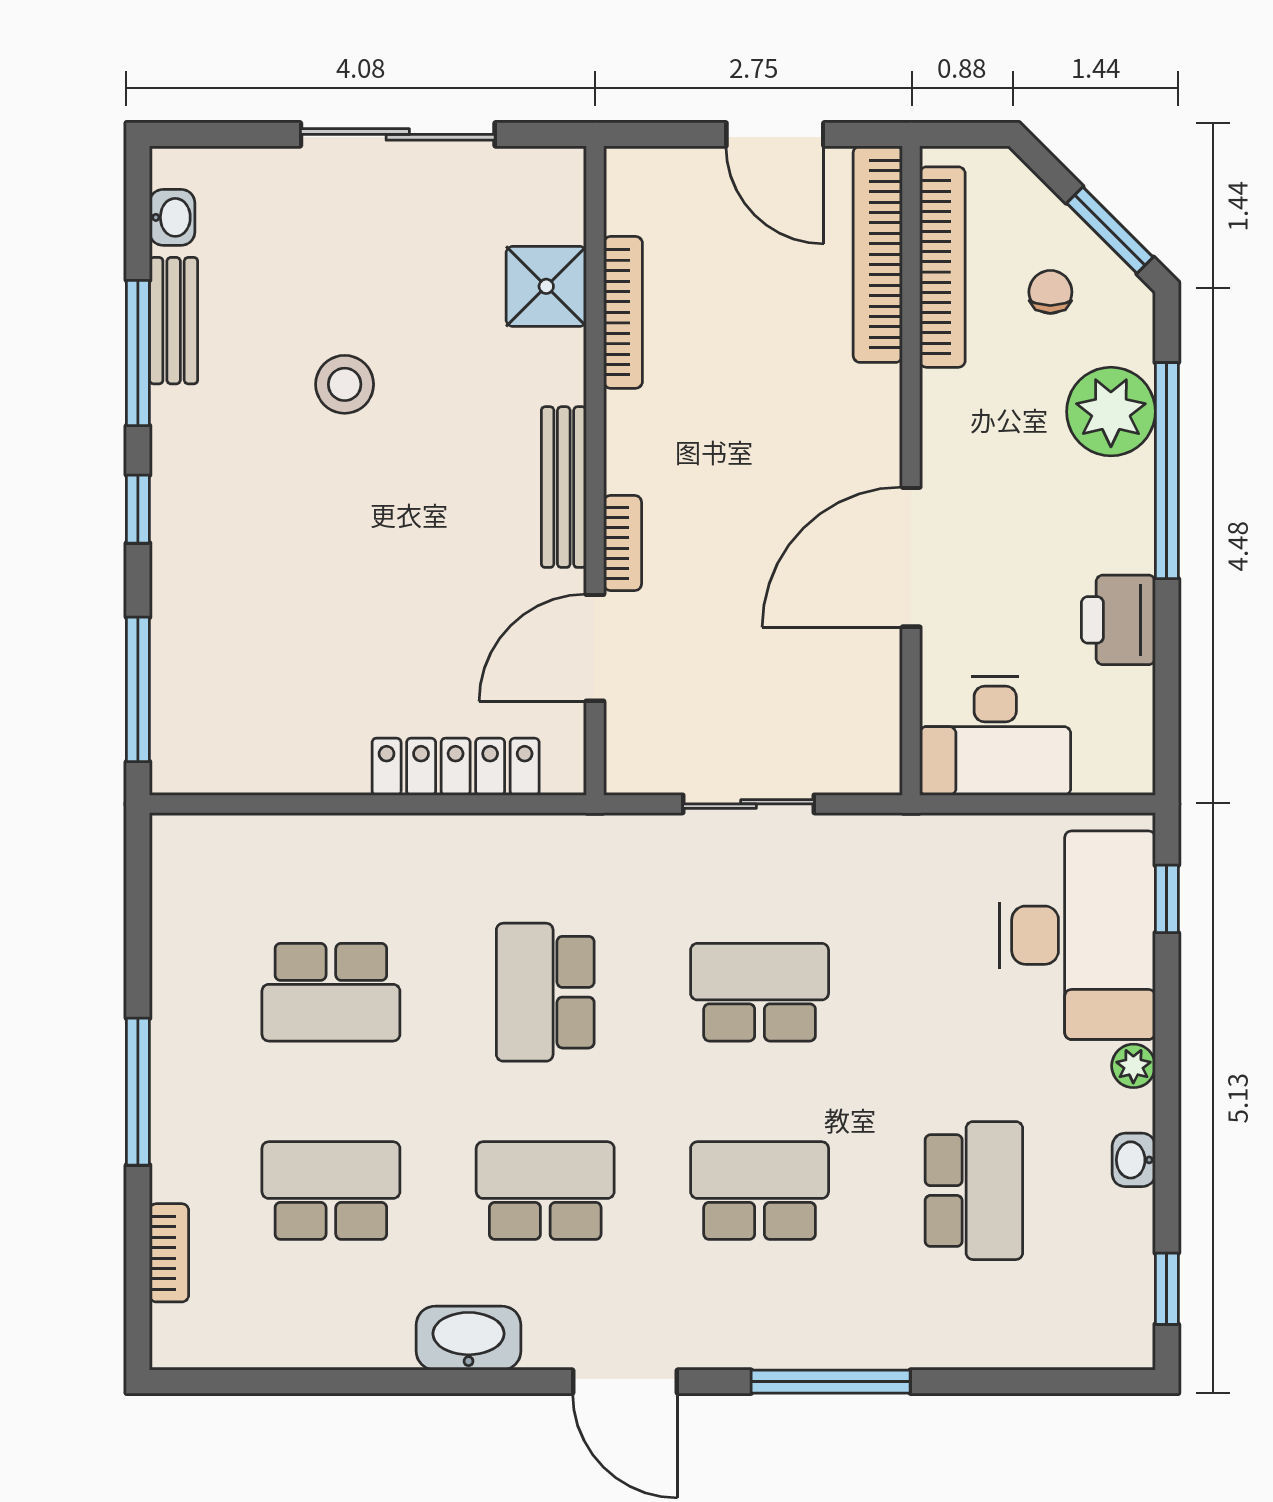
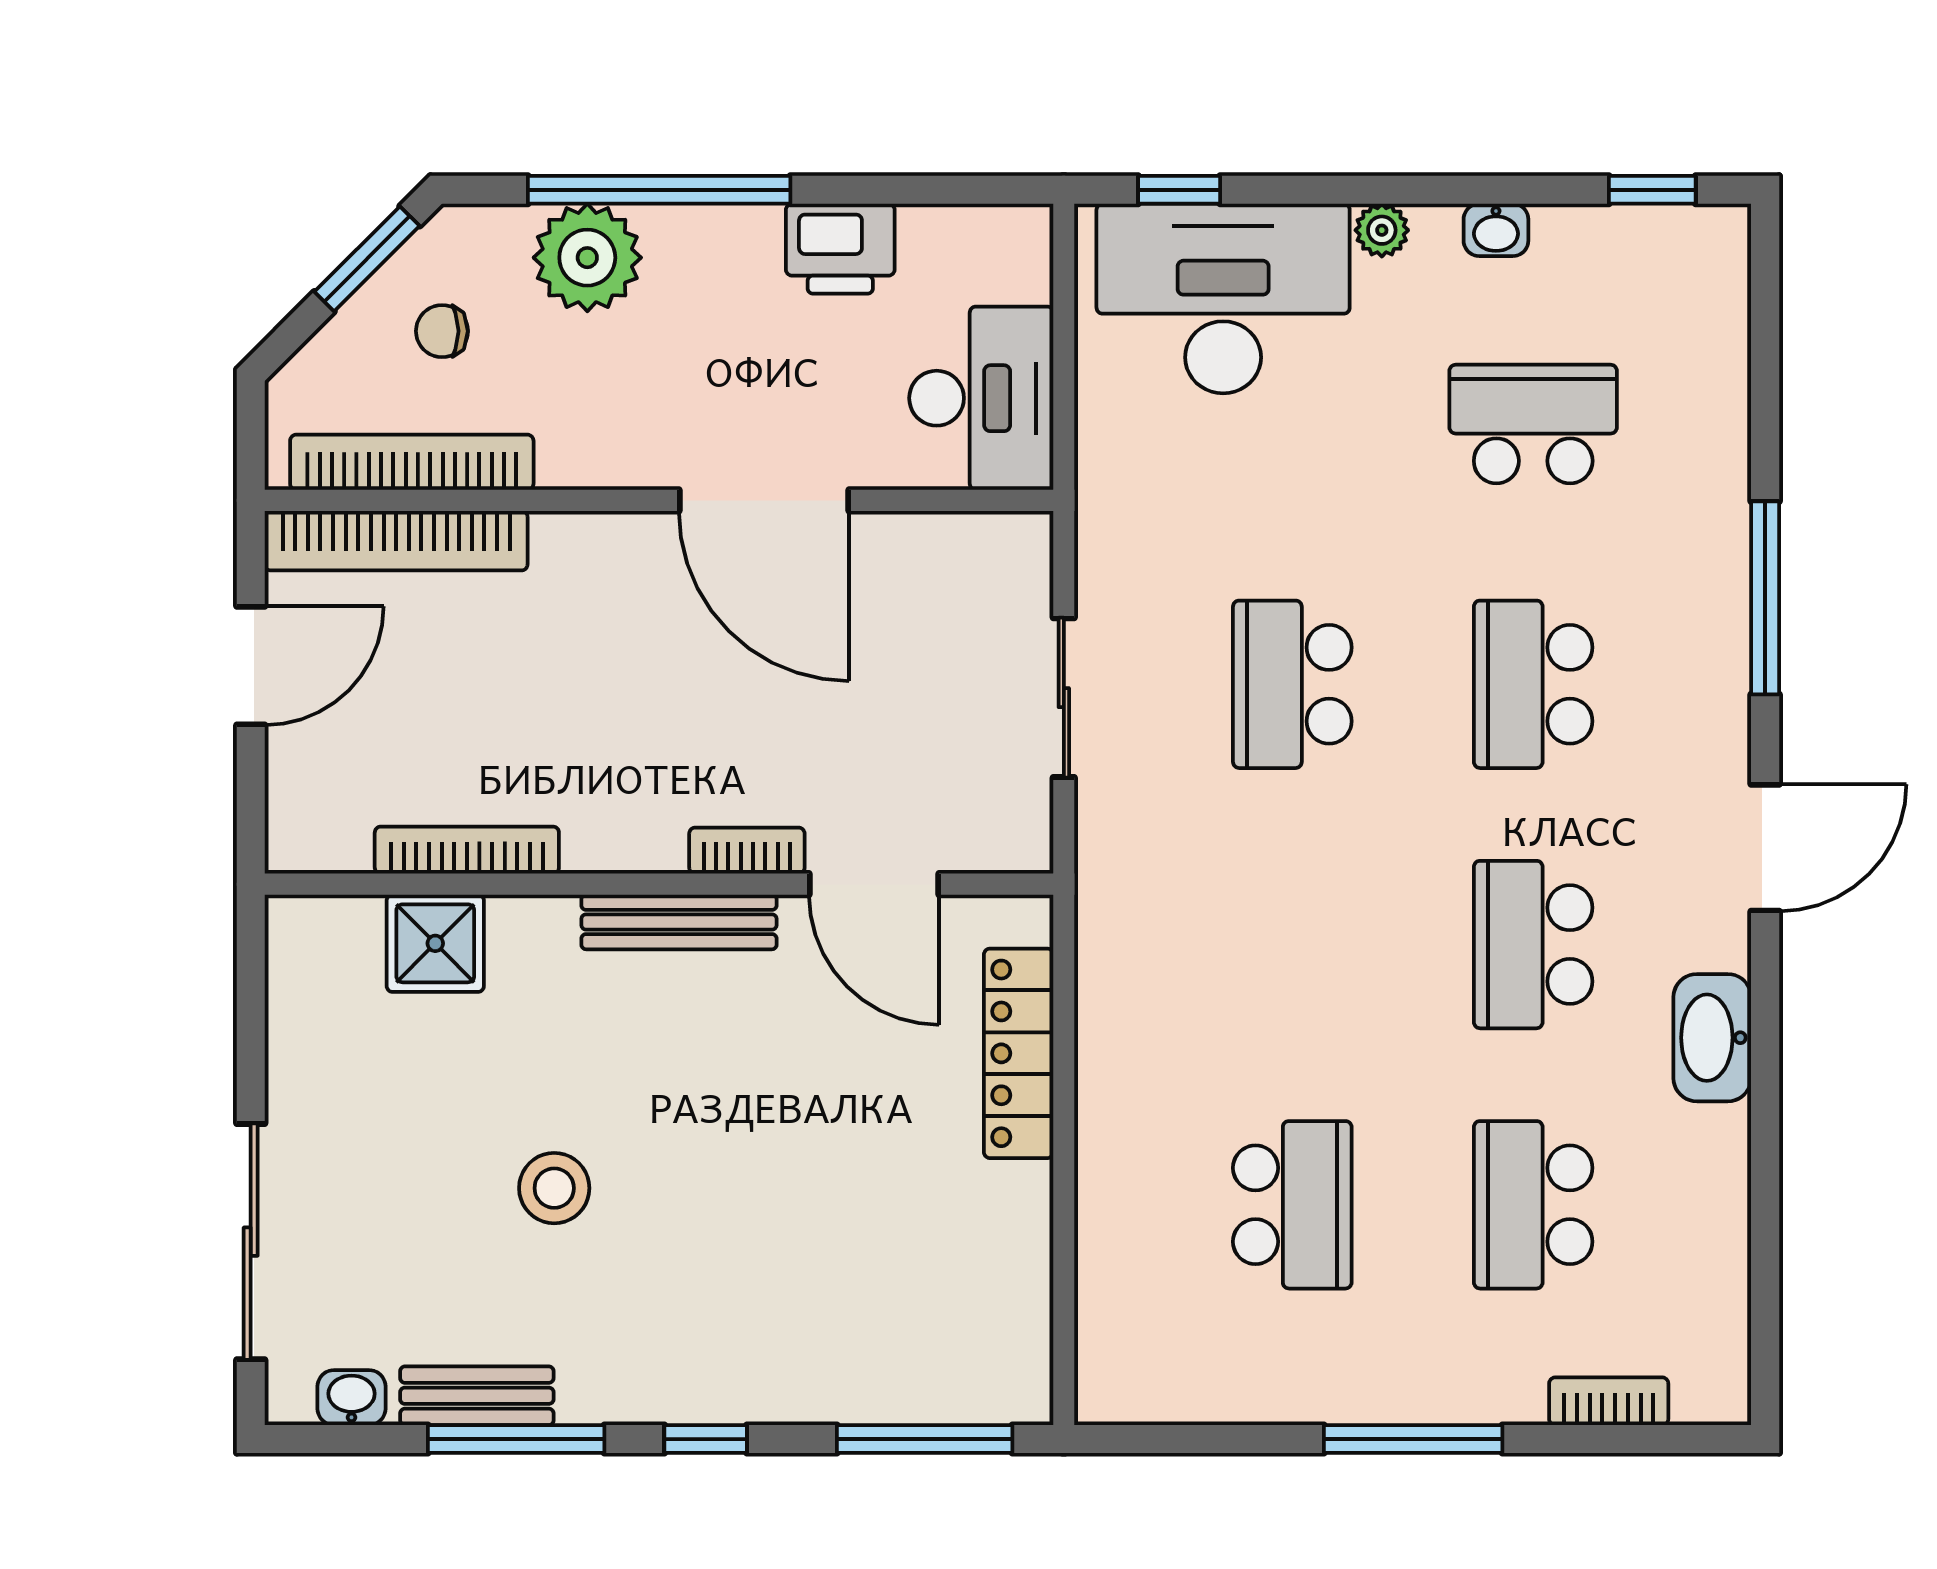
sliding door: (398, 134) -> (251, 1242), moved
school desk: (545, 992) -> (1292, 945), removed

